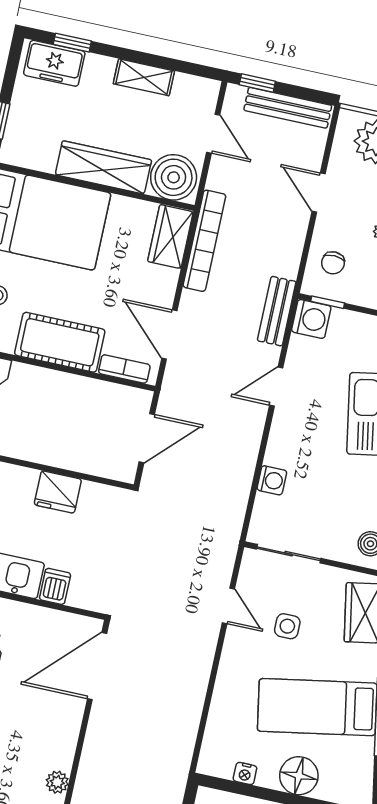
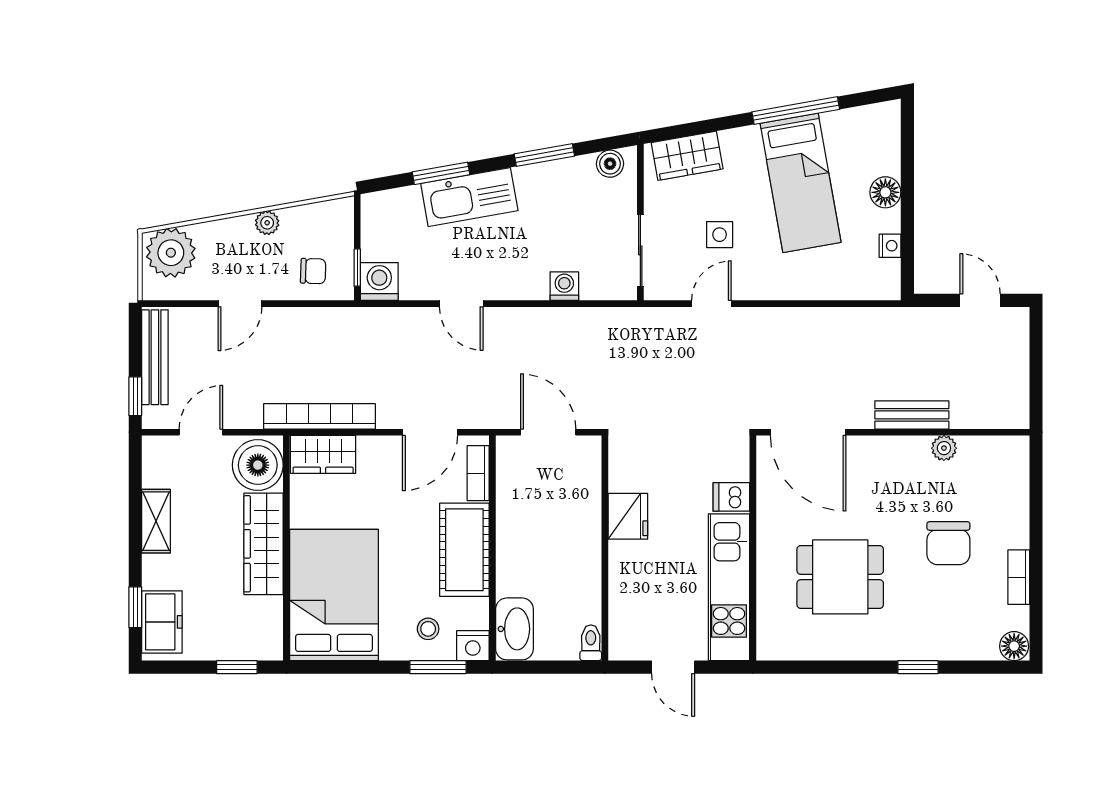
bench: (277, 311) -> (912, 415), moved
floor lamp: (299, 776) -> (885, 192), width x0.73, depth x0.73

